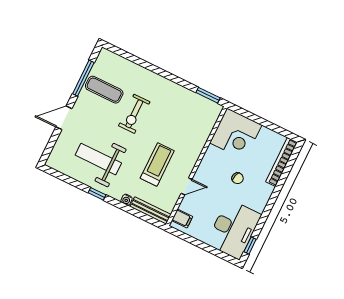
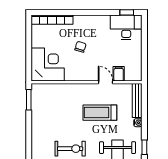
filing cabinet: (182, 218) -> (119, 74), moved
desk: (234, 229) -> (126, 27), width x0.73, depth x0.77

